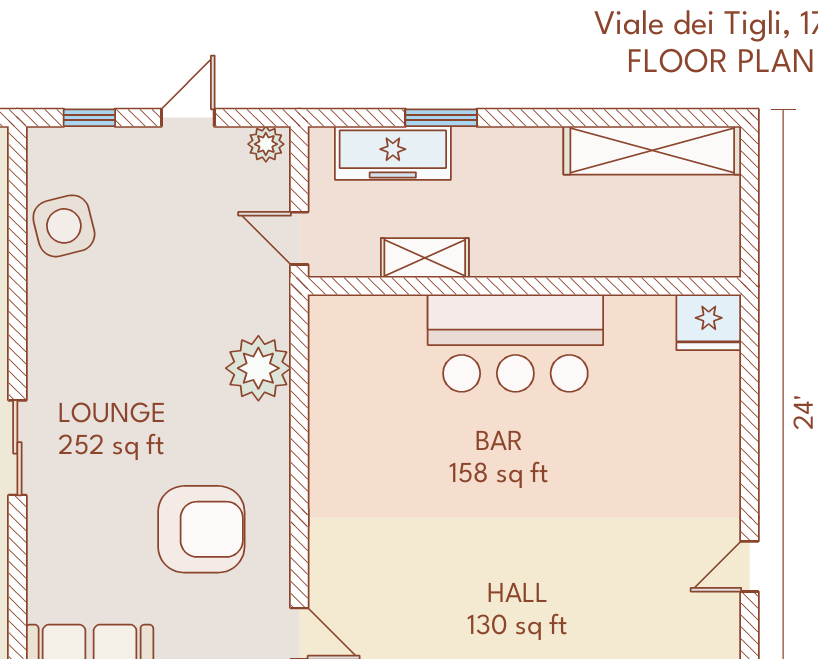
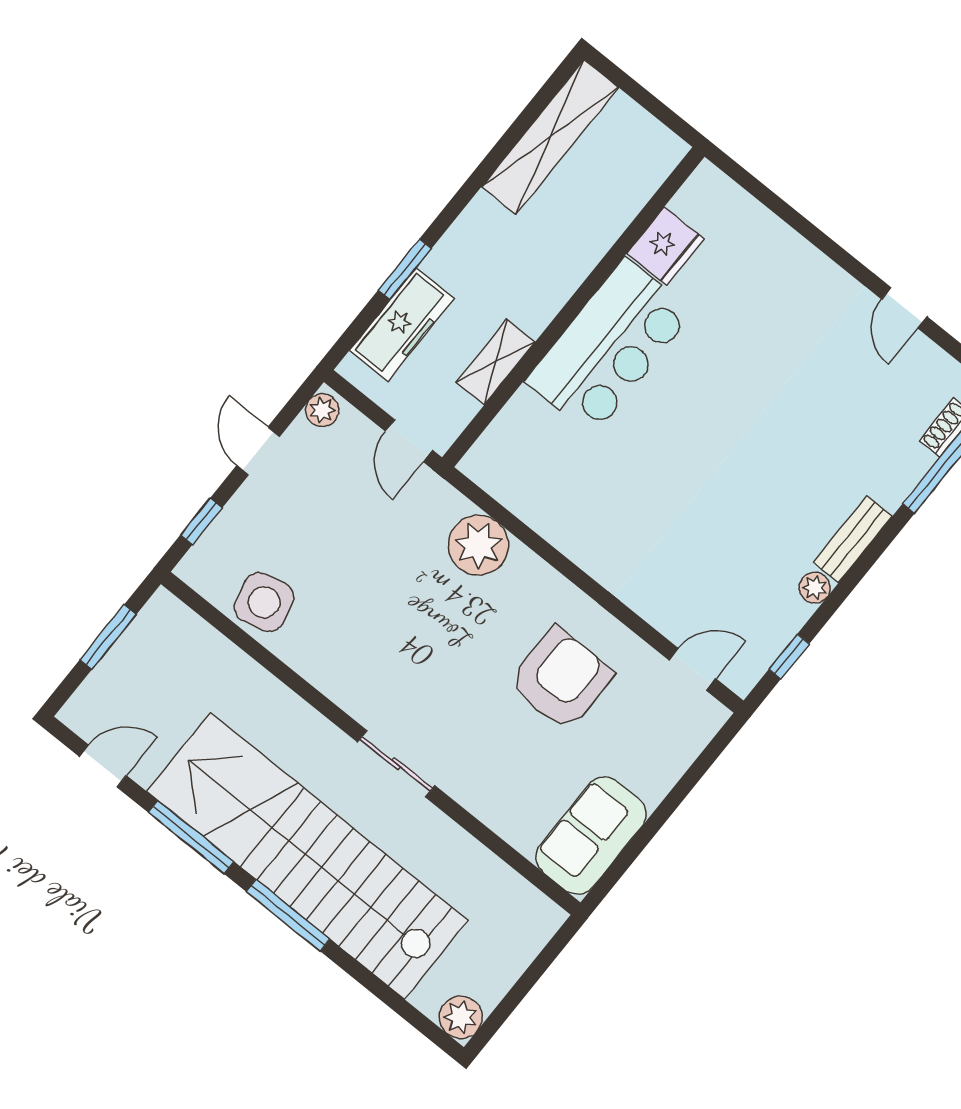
door: (299, 238) -> (409, 441), hinge flipped
fridge: (709, 322) -> (666, 246), moved

